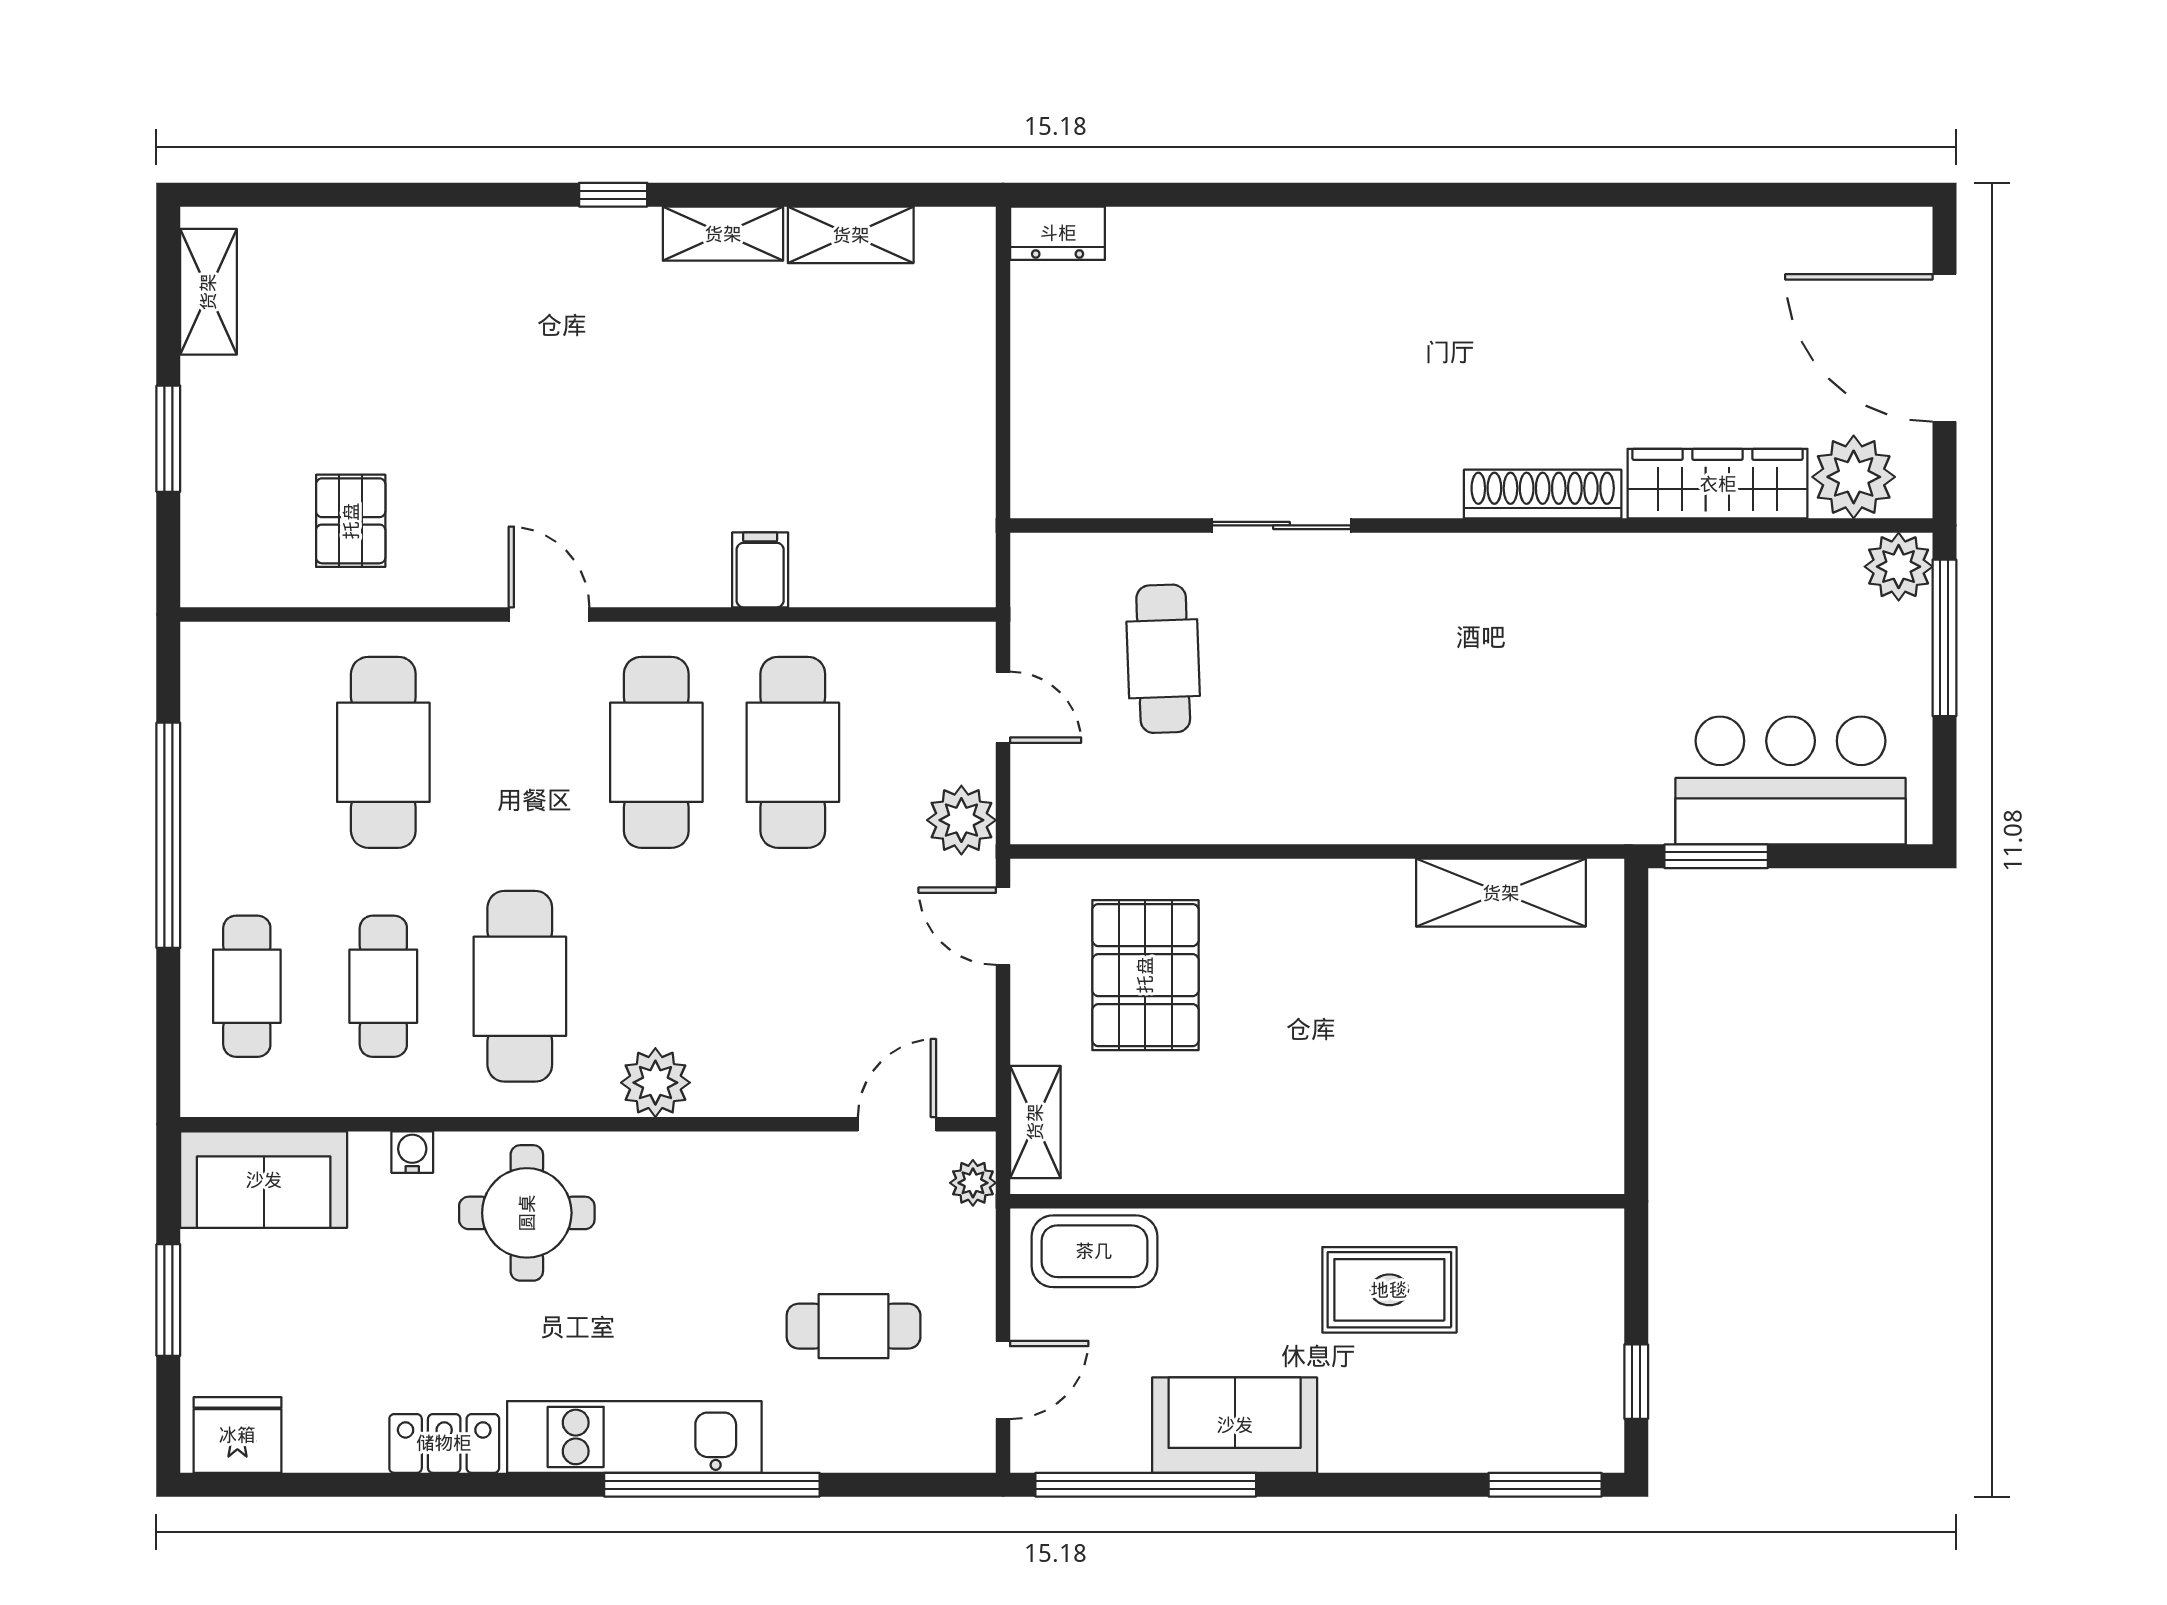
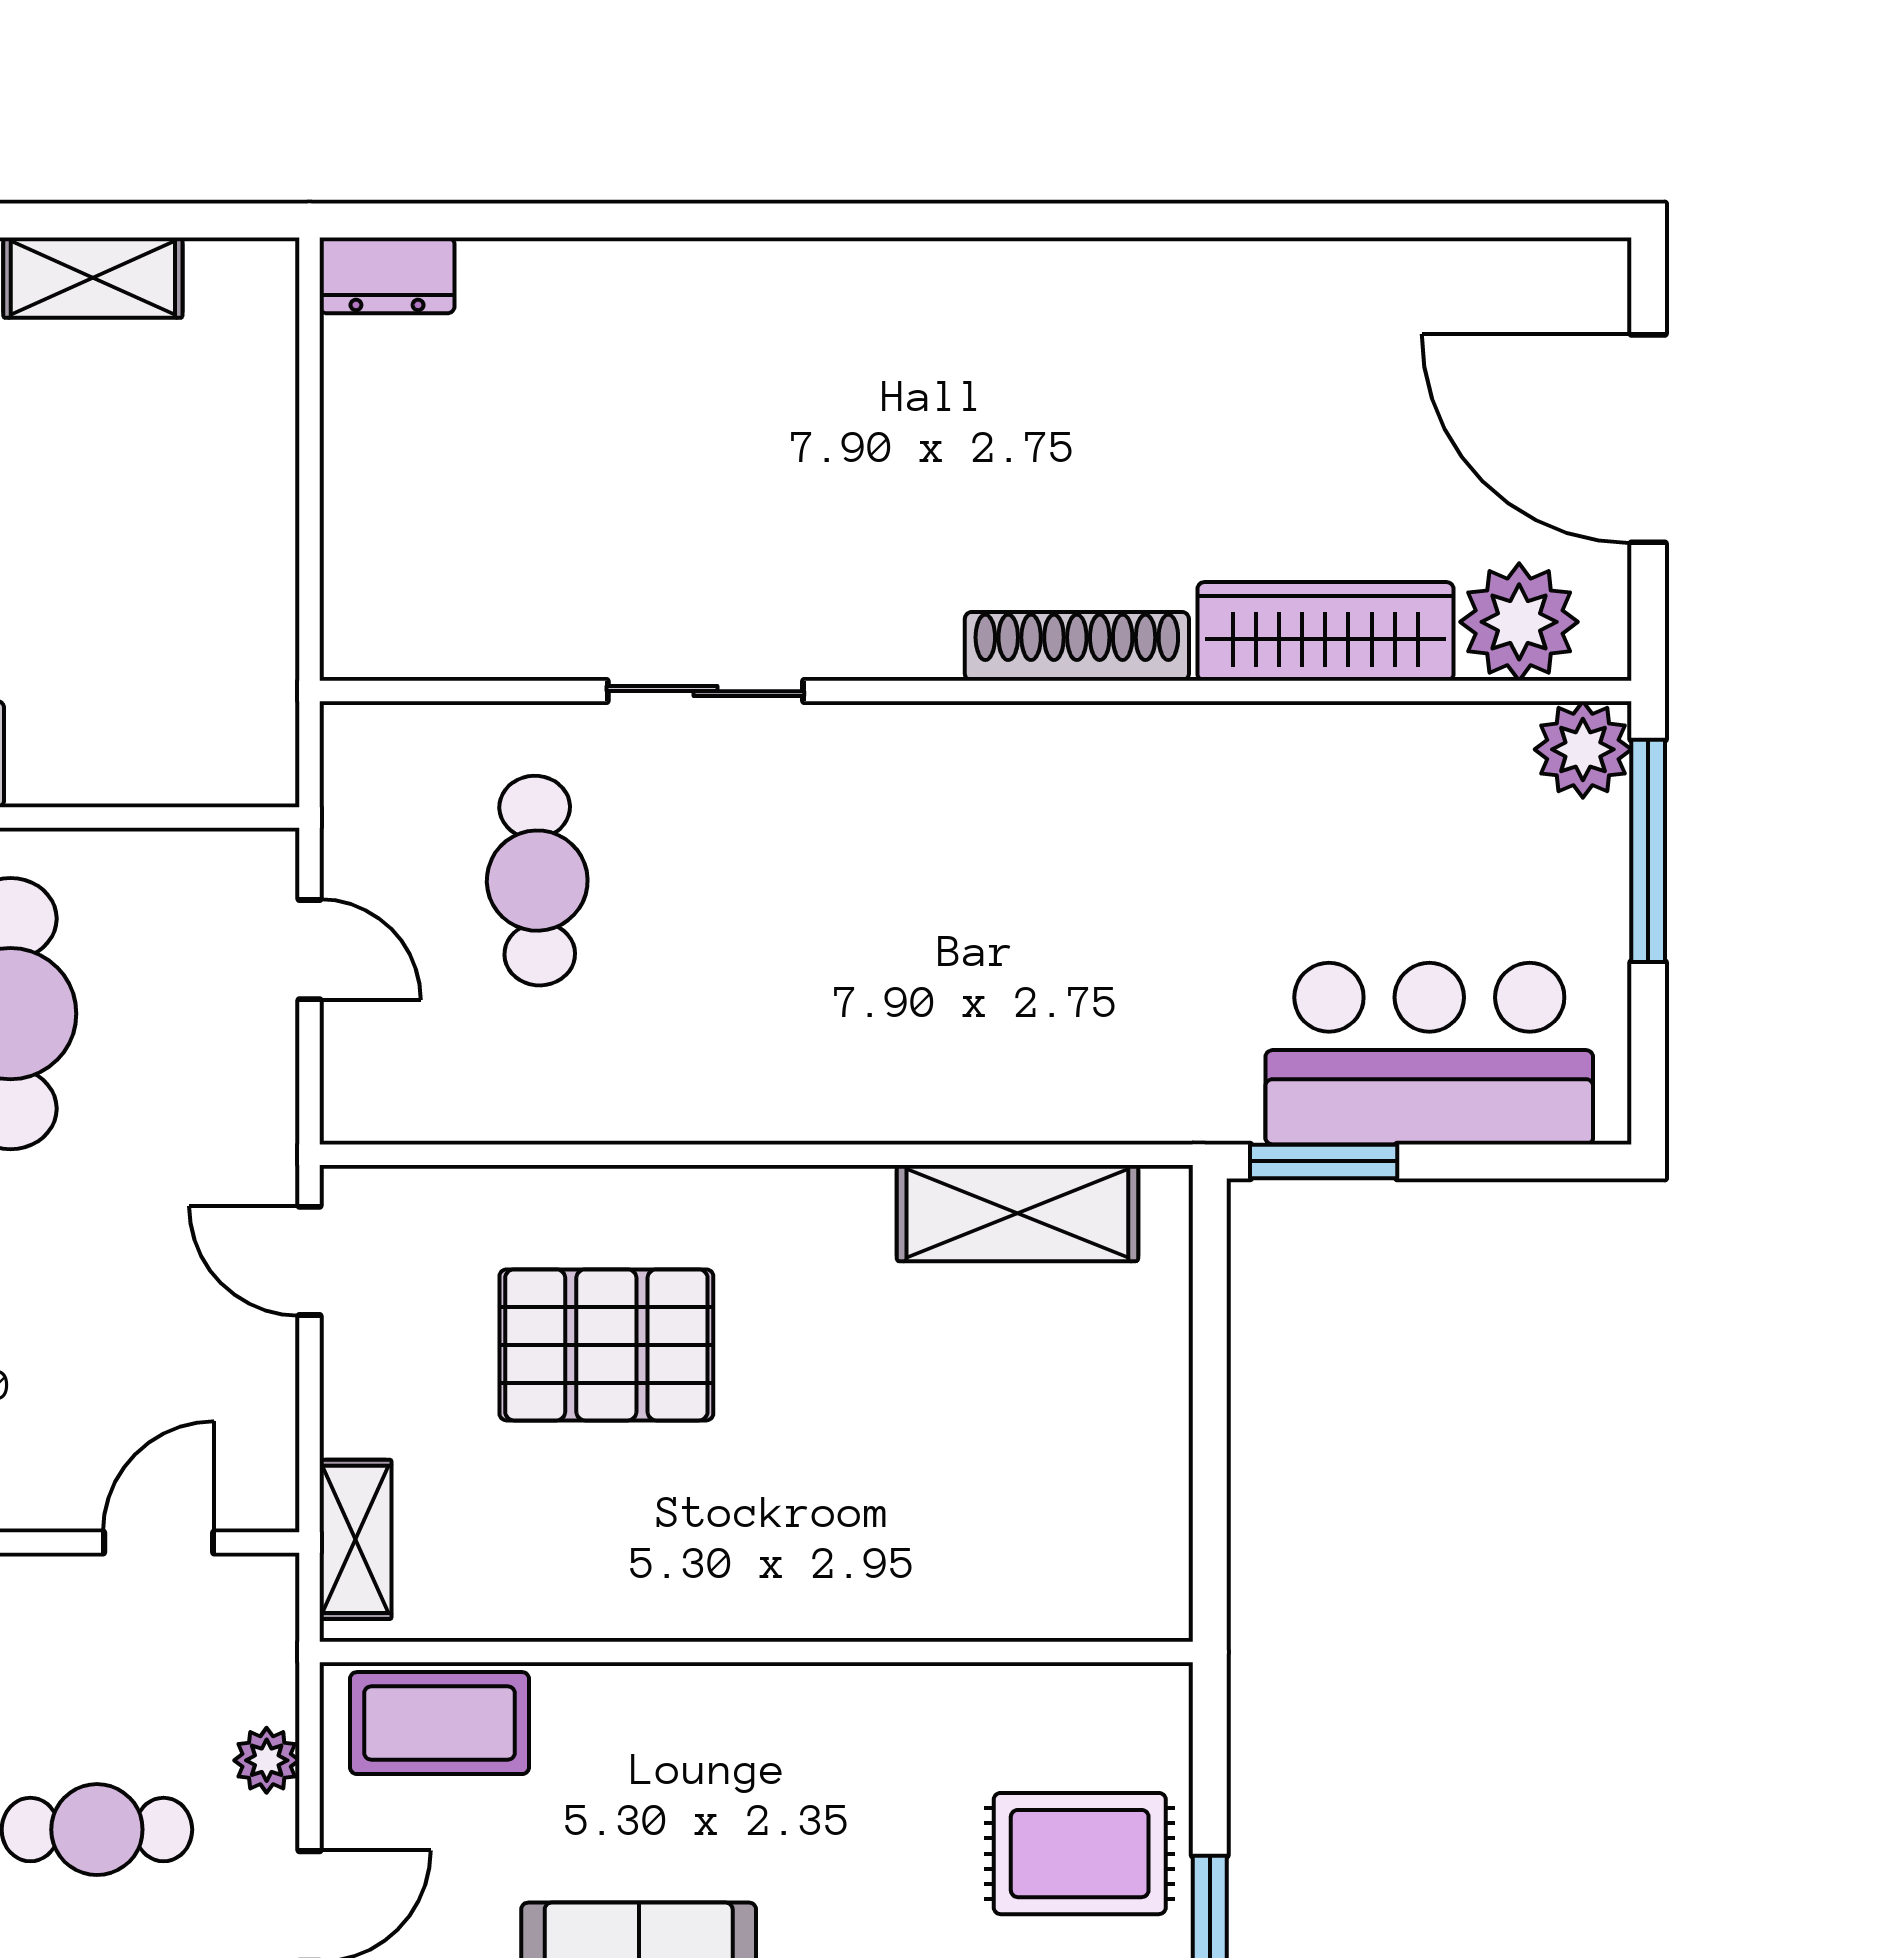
plant: (961, 820) -> (250, 1110), removed
pallet: (1145, 975) -> (606, 1345), moved, turned 90
plant: (973, 1183) -> (267, 1760), moved
rug: (1389, 1290) -> (1080, 1854), moved

